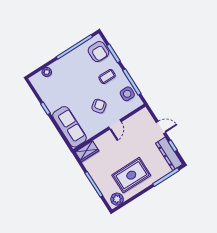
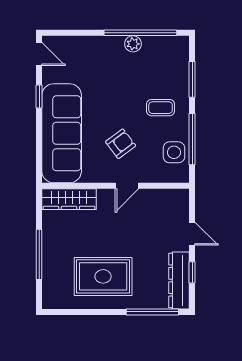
armchair: (98, 52) -> (171, 63), removed
plant: (47, 72) -> (133, 44), moved
door: (32, 88) -> (39, 54), added
sofa: (69, 127) -> (62, 133), width x1.36, depth x1.27
wardrobe: (87, 151) -> (69, 199), width x1.50
plant: (117, 199) -> (59, 298), removed

